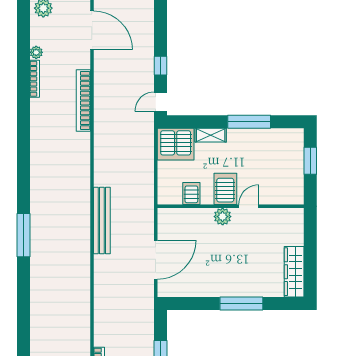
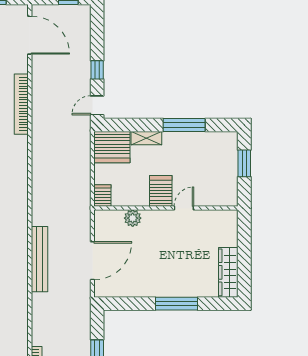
server rack: (191, 193) -> (103, 195), moved
plant: (223, 217) -> (133, 218), moved
bench: (102, 221) -> (39, 259), moved

